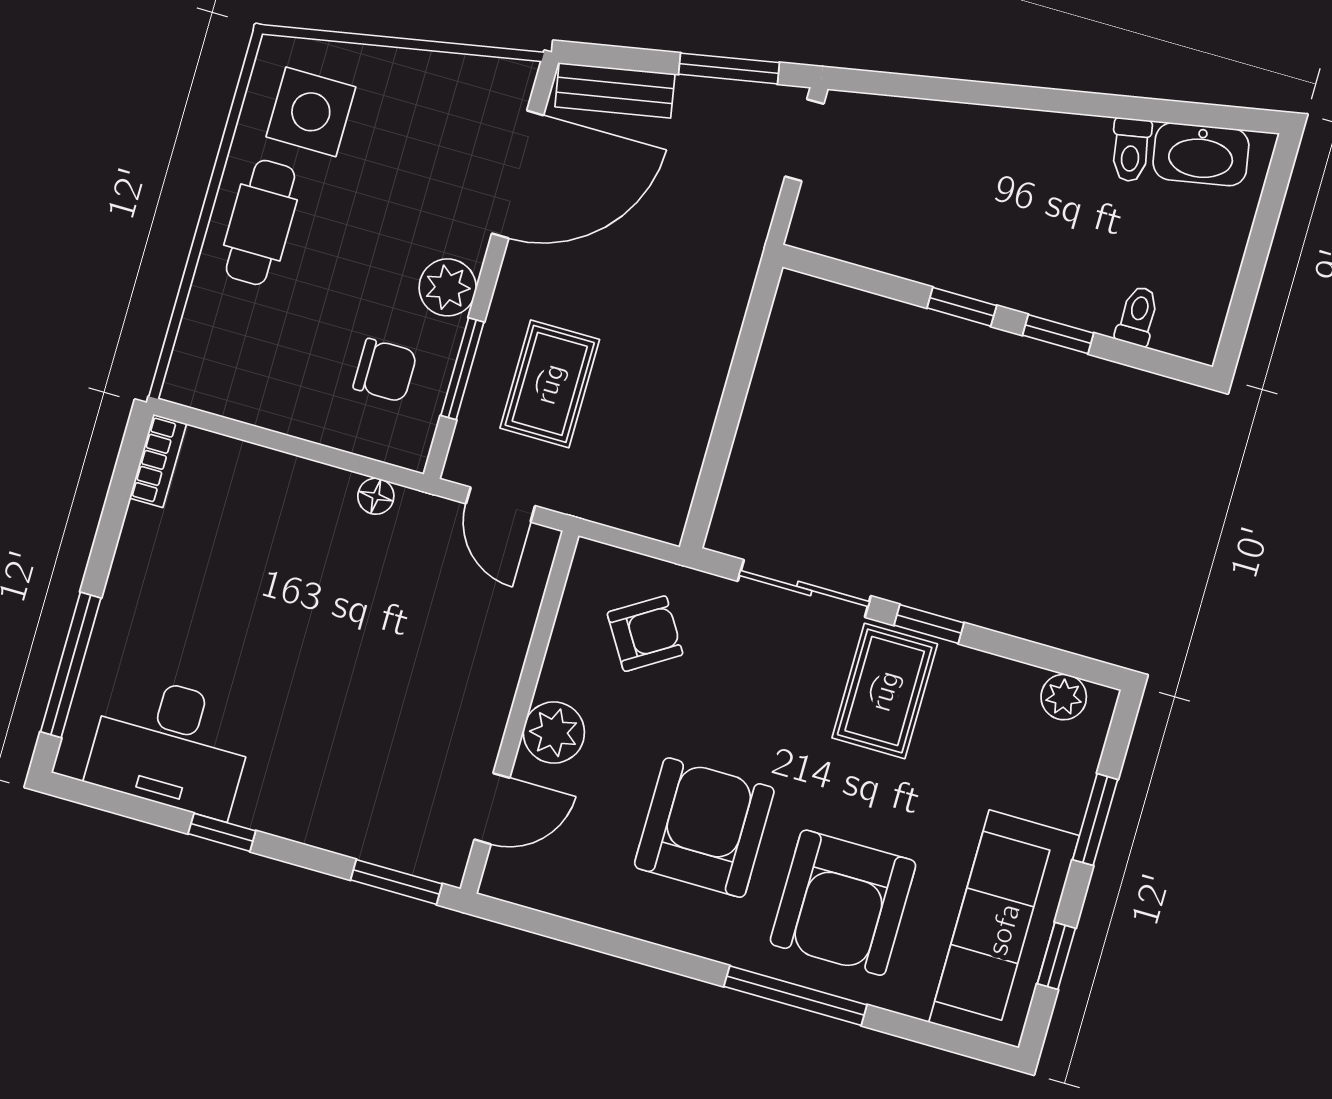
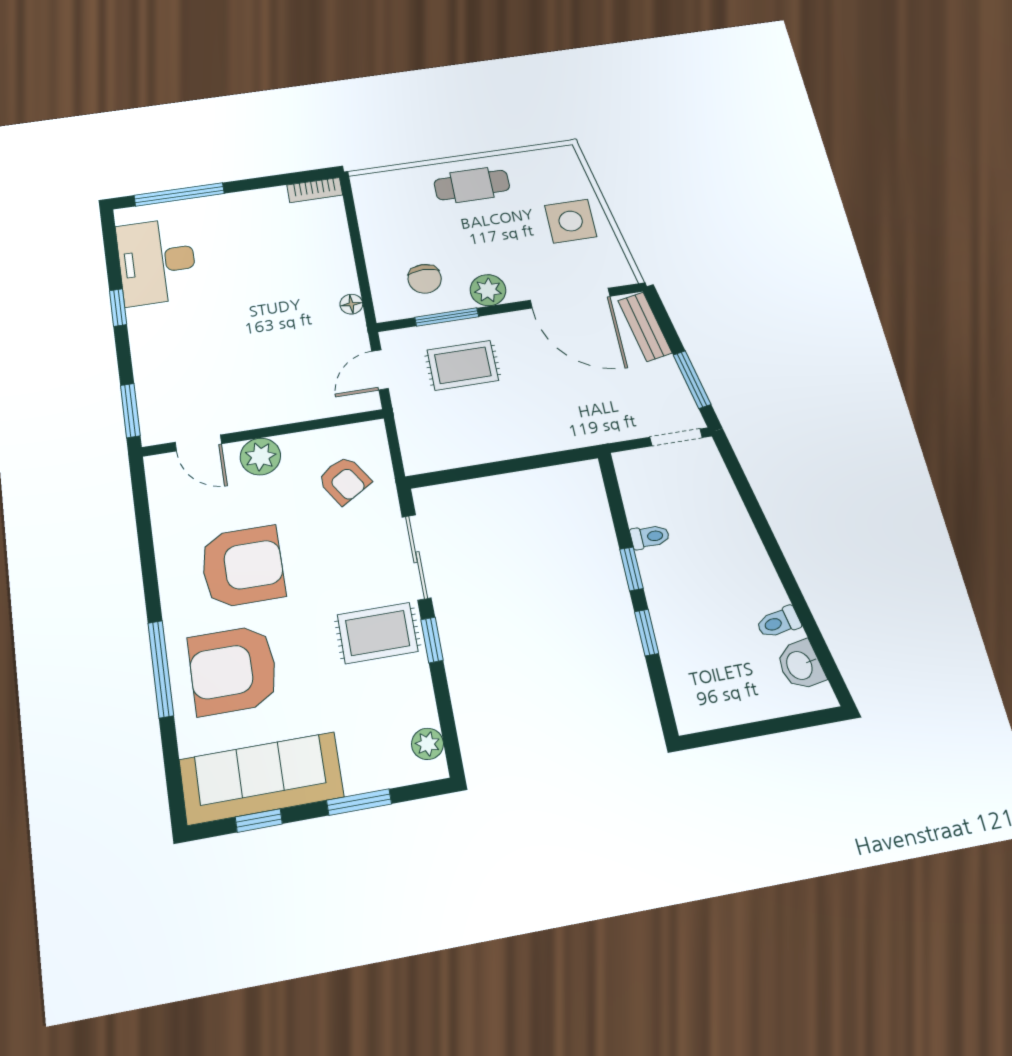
side table: (311, 112) -> (571, 221), moved
washbasin: (1201, 154) -> (800, 665), width x0.72
toilet: (1138, 316) -> (650, 537), moved

